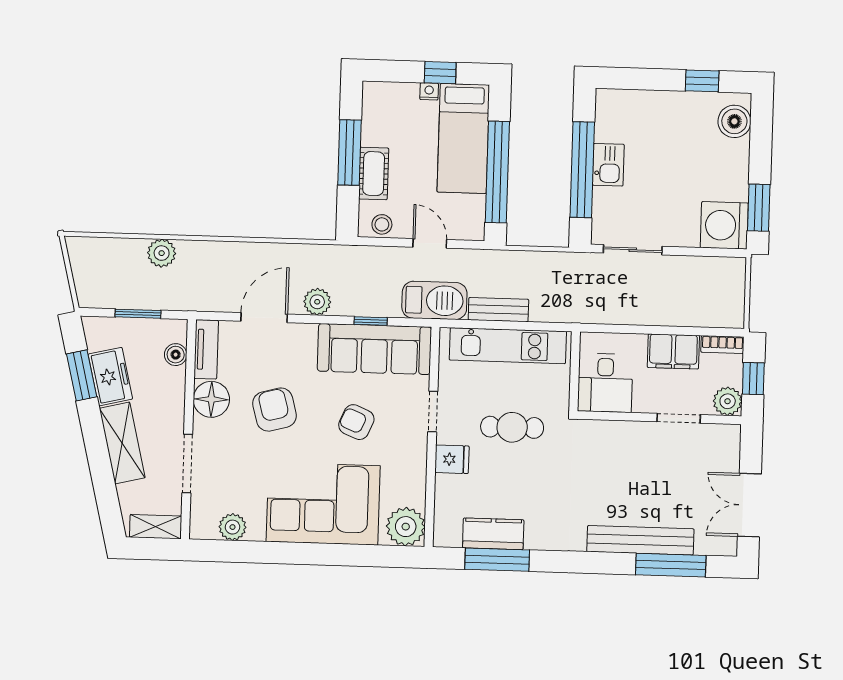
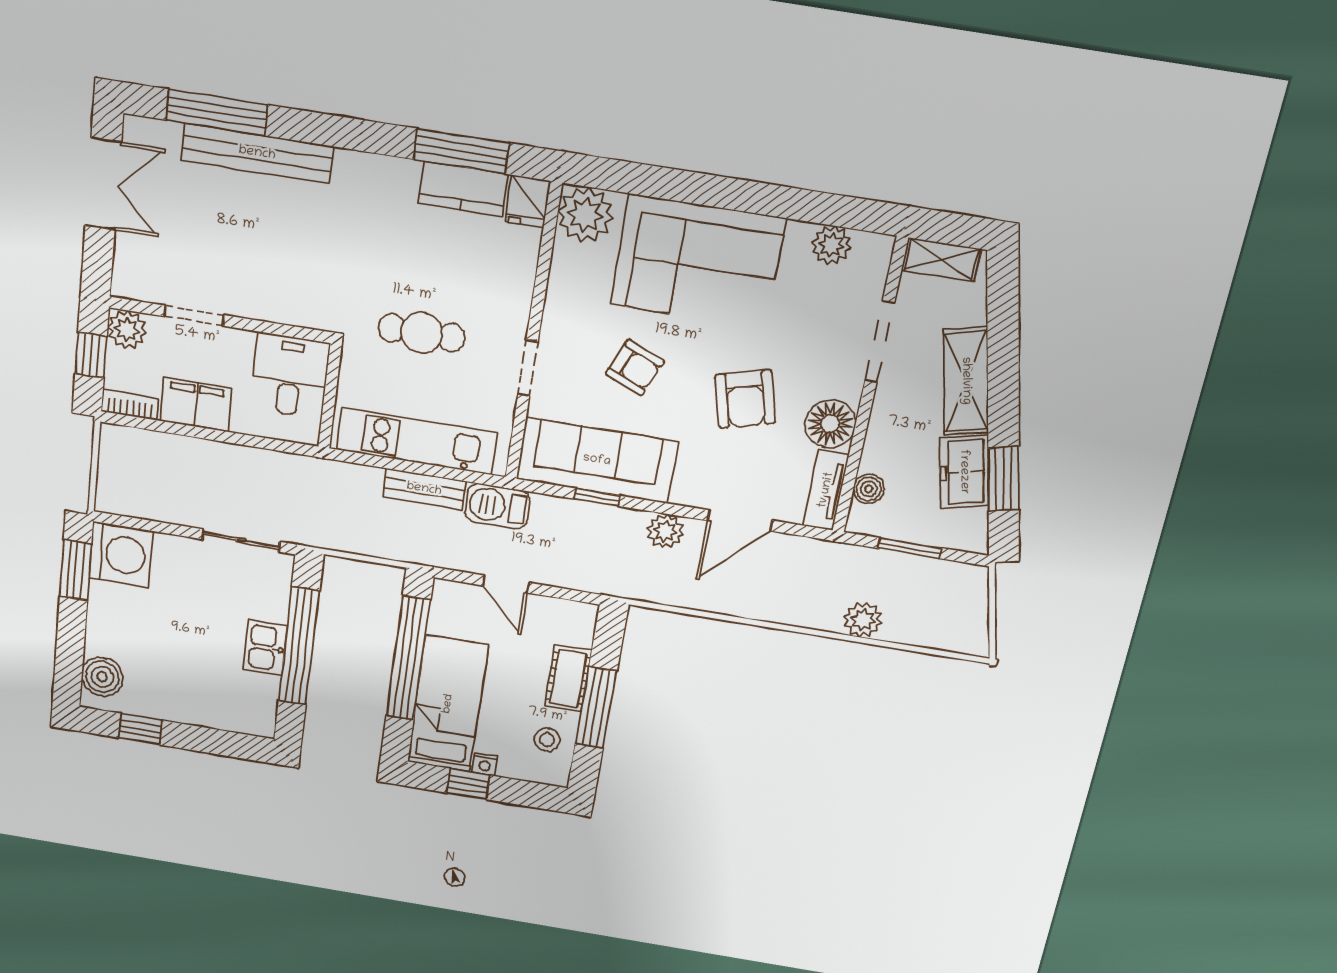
stool: (382, 224) -> (547, 740), moved
barbecue: (434, 300) -> (497, 506), width x0.73, depth x0.83
fridge: (452, 459) -> (528, 201), moved, turned -90

